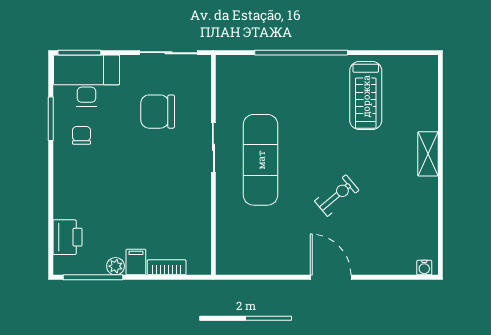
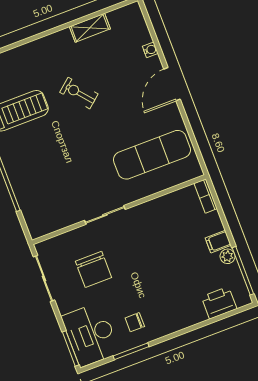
shelving: (428, 154) -> (90, 28), moved
exercise mat: (261, 160) -> (152, 155), moved
exercise bike: (337, 196) -> (79, 93), moved
bookcase: (167, 267) -> (206, 196), moved
water cooler: (424, 268) -> (150, 50), moved

